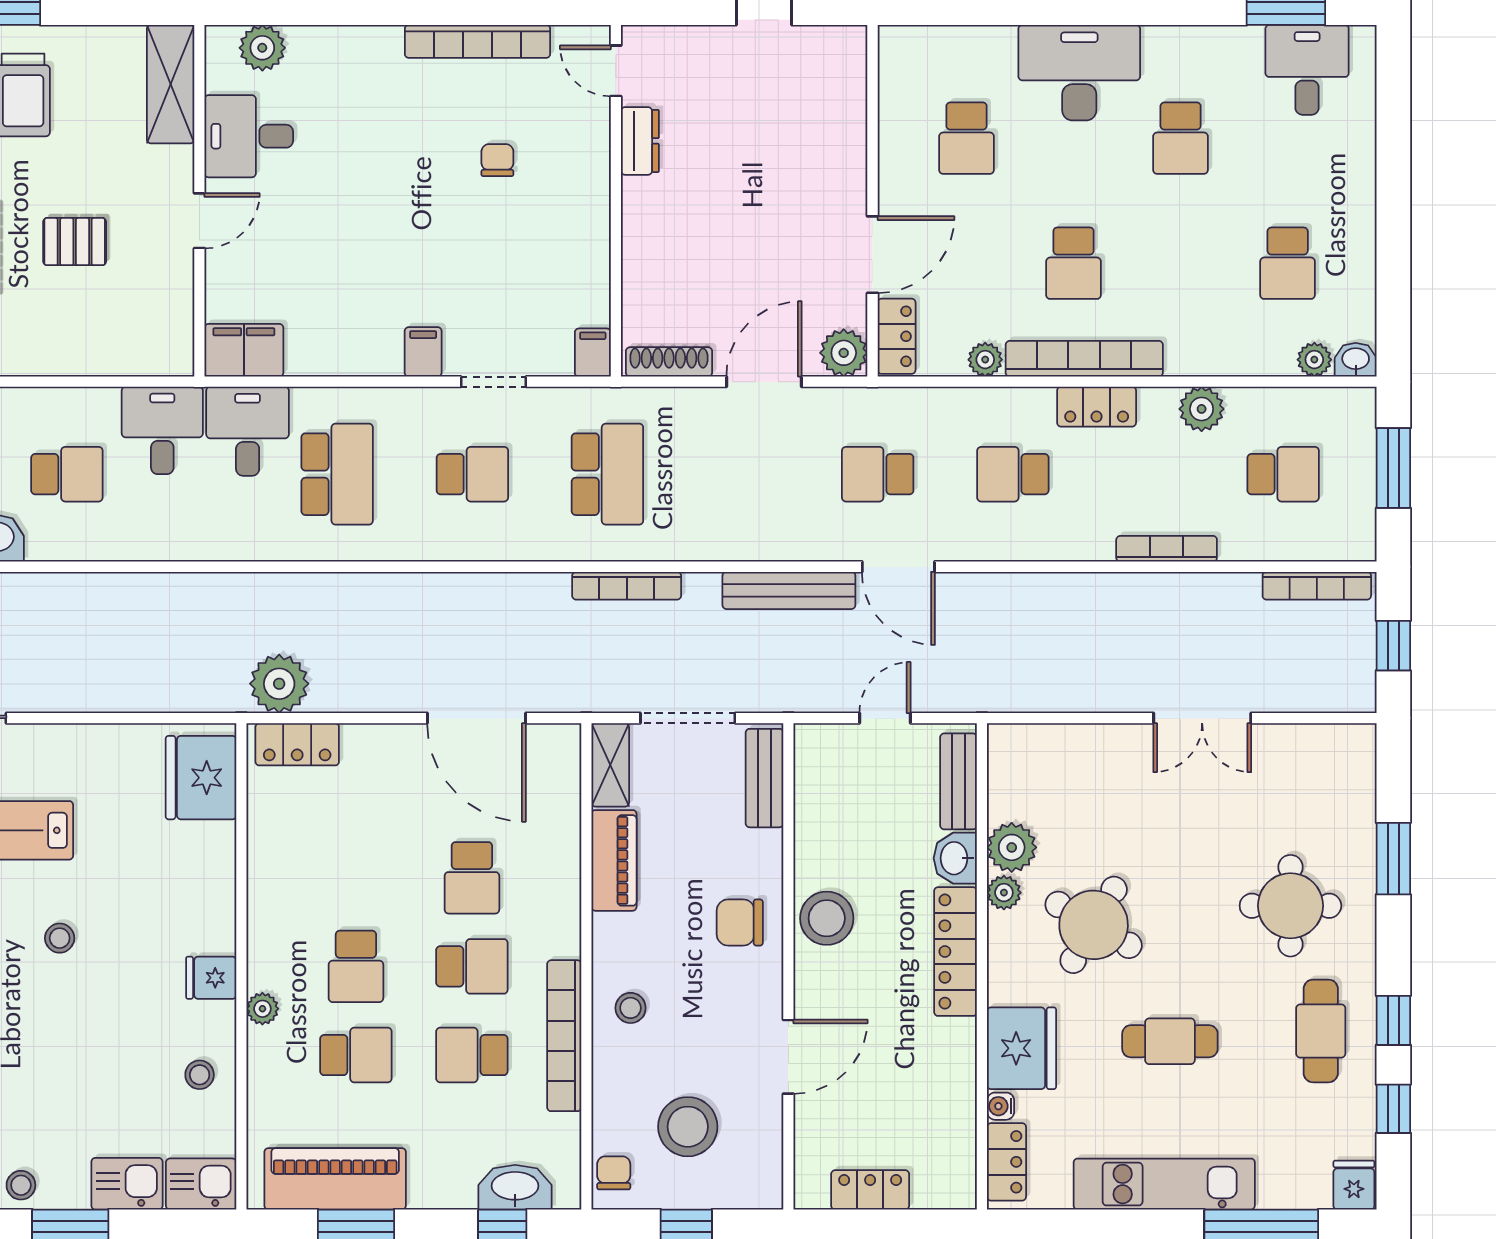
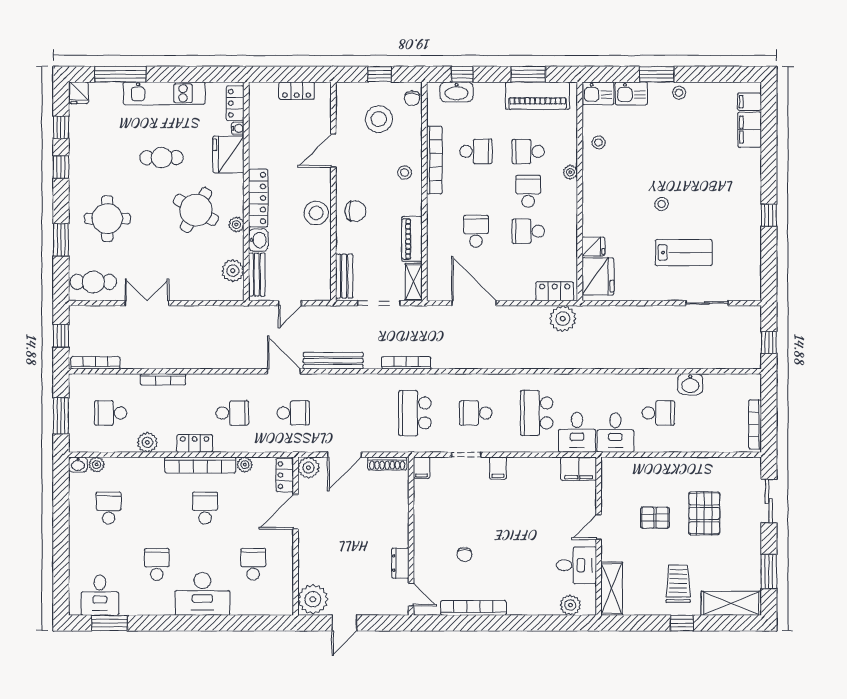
plant: (834, 61) -> (313, 599), added
school desk: (67, 474) -> (658, 413), turned 180
plant: (1012, 847) -> (233, 271), moved
school desk: (472, 966) -> (528, 231), moved
fridge: (211, 978) -> (593, 246), moved
cafe table: (1321, 1031) -> (93, 282), moved, turned 90

